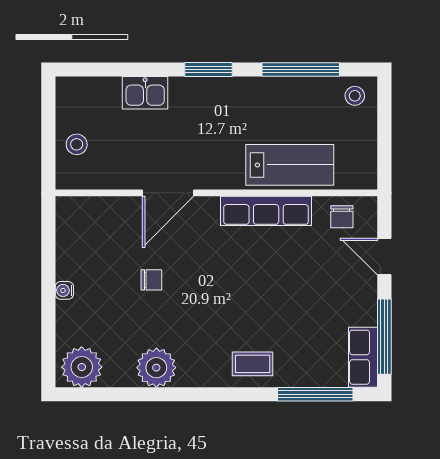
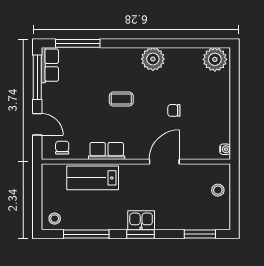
window: (107, 70) -> (200, 234), added
kitchen sink: (145, 93) -> (141, 220), moved
row of seats: (266, 211) -> (107, 151), width x0.68
water cooler: (64, 290) -> (225, 149), moved
coffee table: (253, 364) -> (121, 99), moved
plant: (156, 368) -> (153, 59), moved

